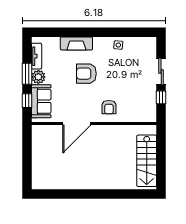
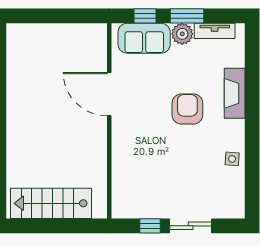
armchair: (109, 107) -> (135, 144), removed

